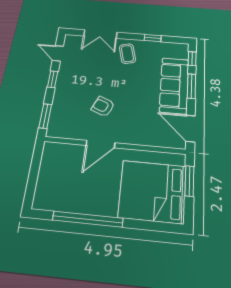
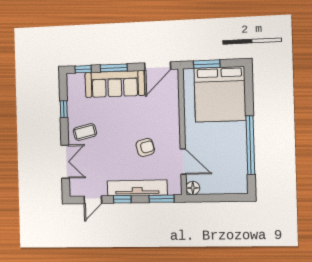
tv unit: (62, 94) -> (137, 188), added
armchair: (103, 106) -> (145, 147), turned -127
door: (100, 144) -> (183, 162), moved
floor lamp: (50, 149) -> (193, 188), added

